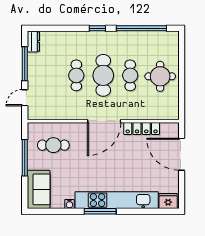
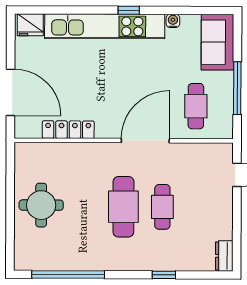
window: (97, 28) -> (164, 275), moved
window: (25, 64) -> (237, 224), removed
cafe table: (130, 75) -> (84, 207), removed
door: (104, 121) -> (145, 141), moved
cafe table: (53, 145) -> (196, 106), turned 90
window: (100, 211) -> (129, 10), width x0.46

